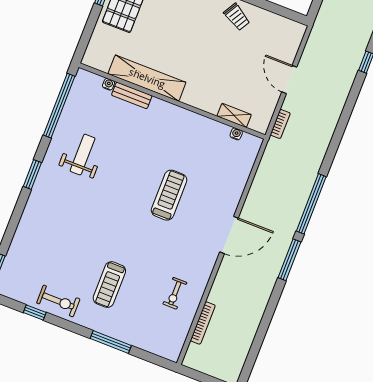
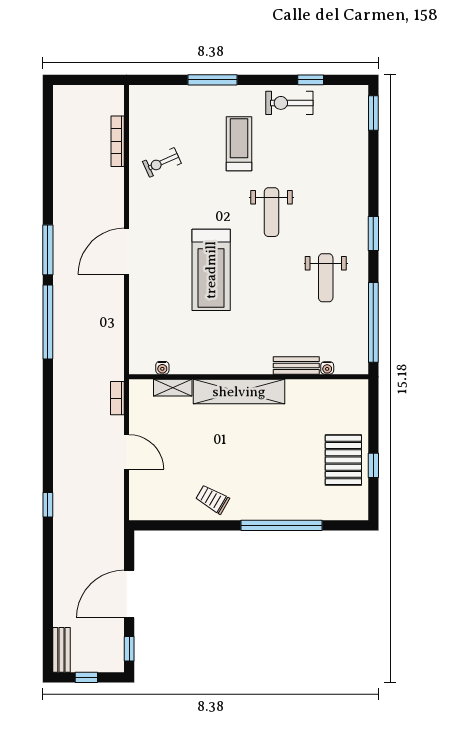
shelving: (147, 78) -> (239, 392), moved
treadmill: (169, 195) -> (211, 270), width x1.37, depth x1.38
weight bench: (105, 222) -> (272, 212), added
exercise bike: (175, 293) -> (162, 162), turned -114

